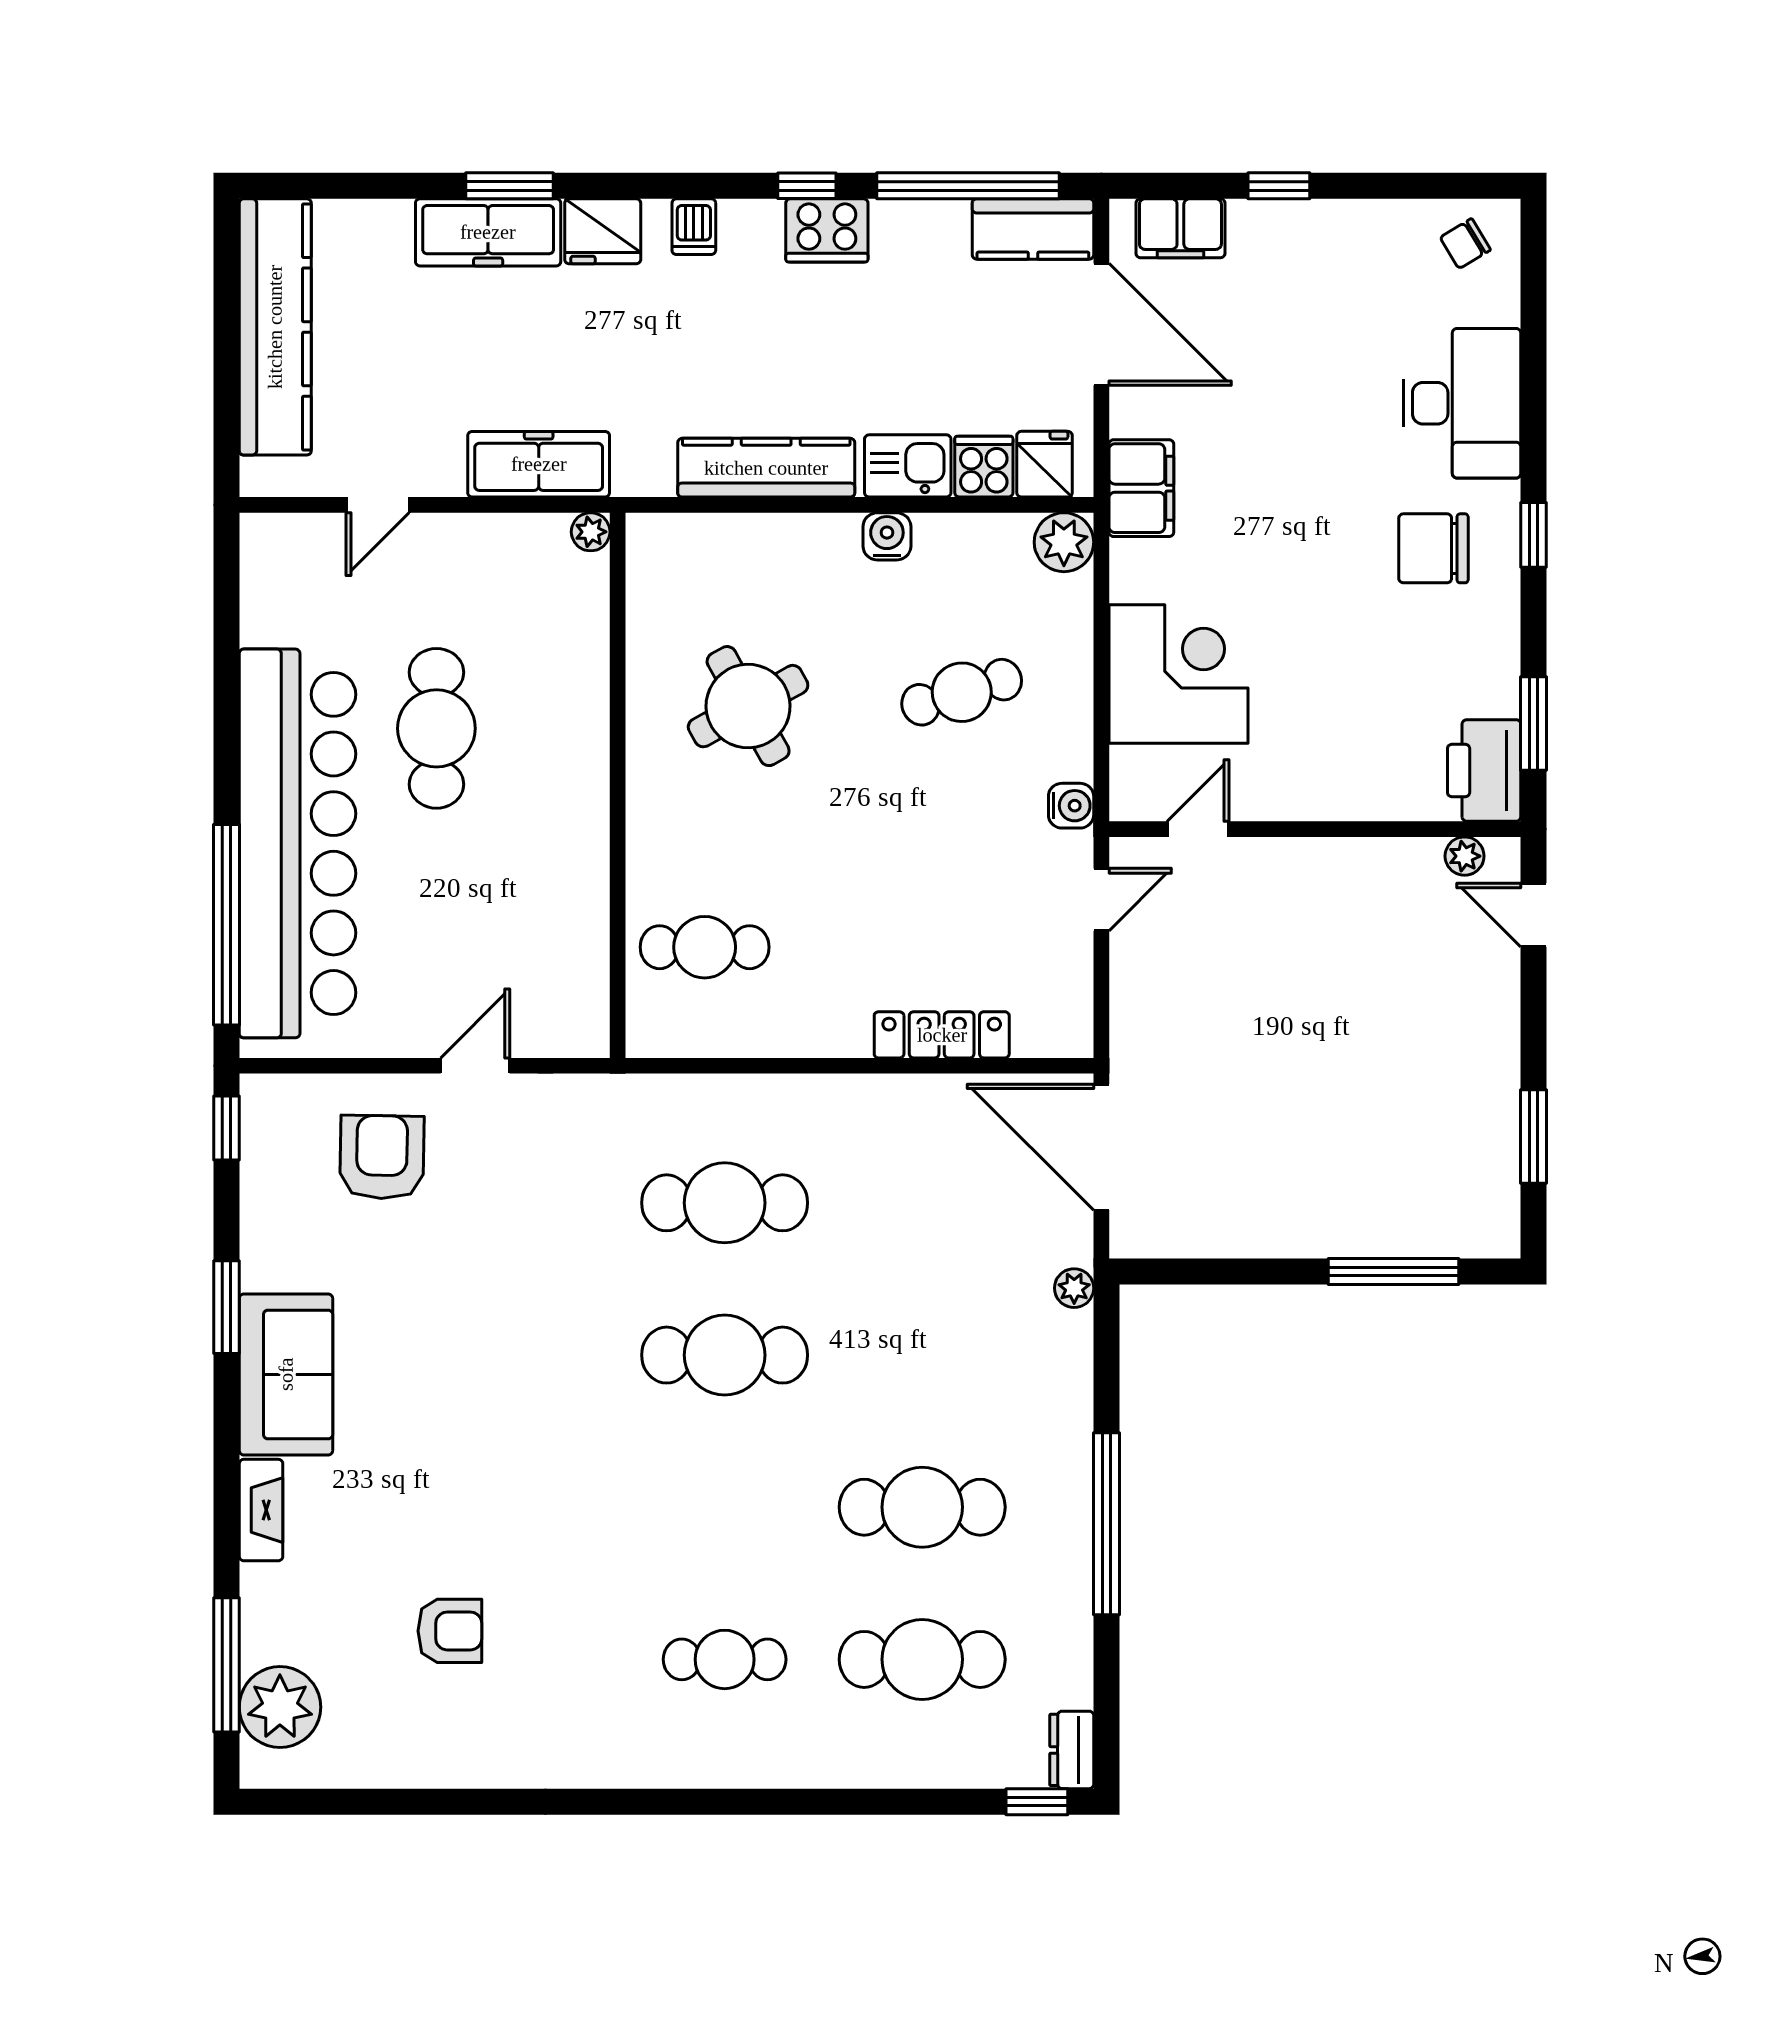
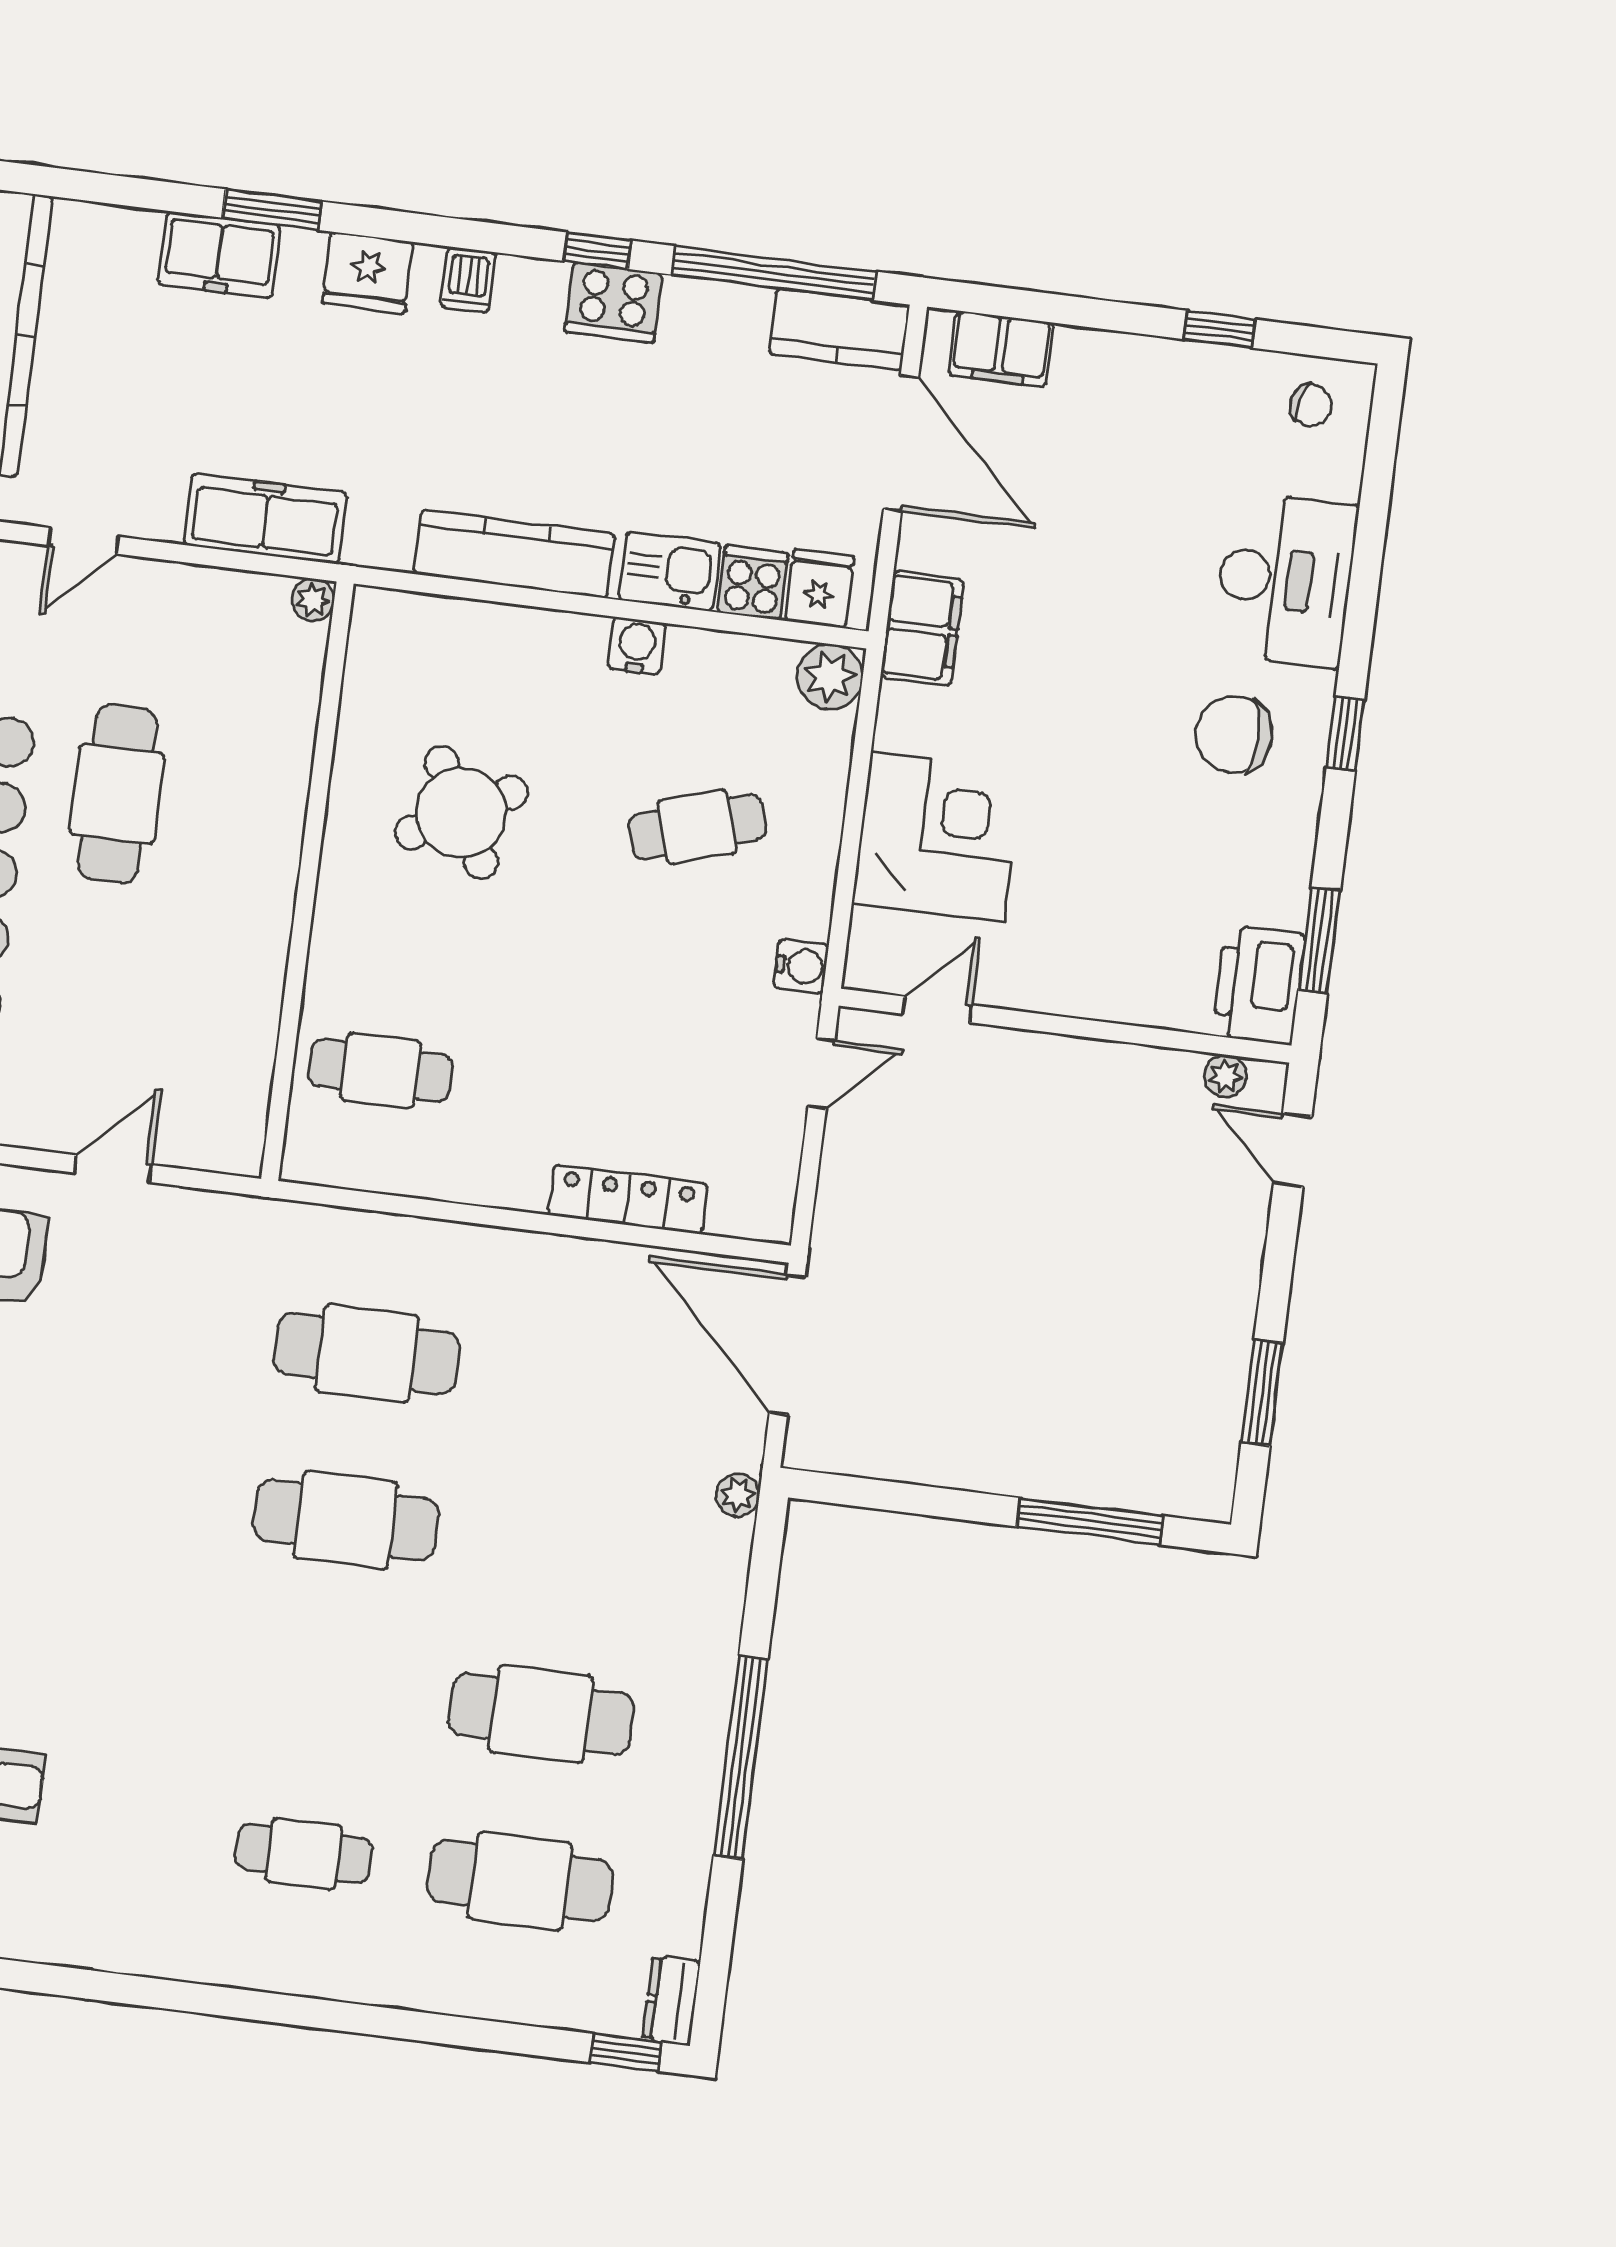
window: (1279, 186) -> (1220, 329), moved
freezer: (488, 232) -> (219, 255), width x0.71
chair: (1465, 244) -> (1311, 405), turned -135

